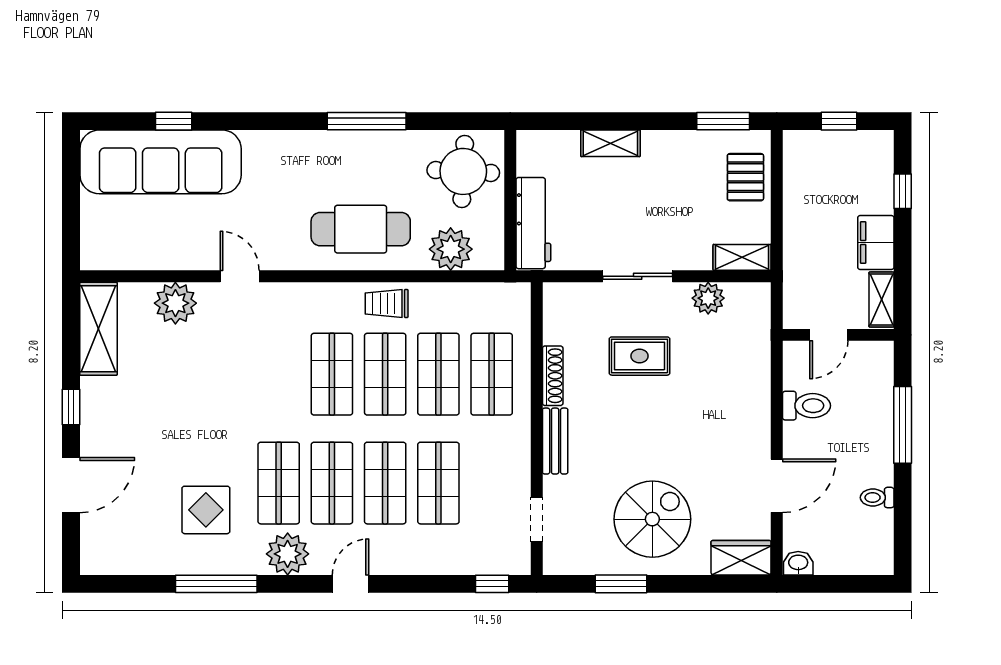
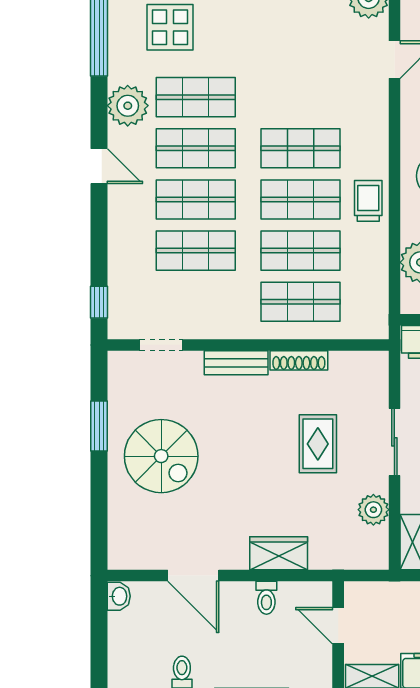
toilet: (806, 406) -> (266, 598), width x0.73, depth x0.72
wardrobe: (741, 558) -> (279, 553), moved, turned -90

